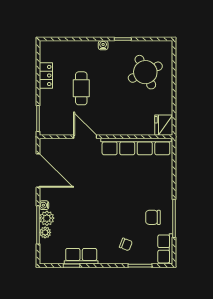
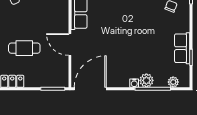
door: (85, 137) -> (70, 44), hinge flipped
door: (38, 170) -> (90, 89), moved
plant: (45, 232) -> (173, 82), moved

